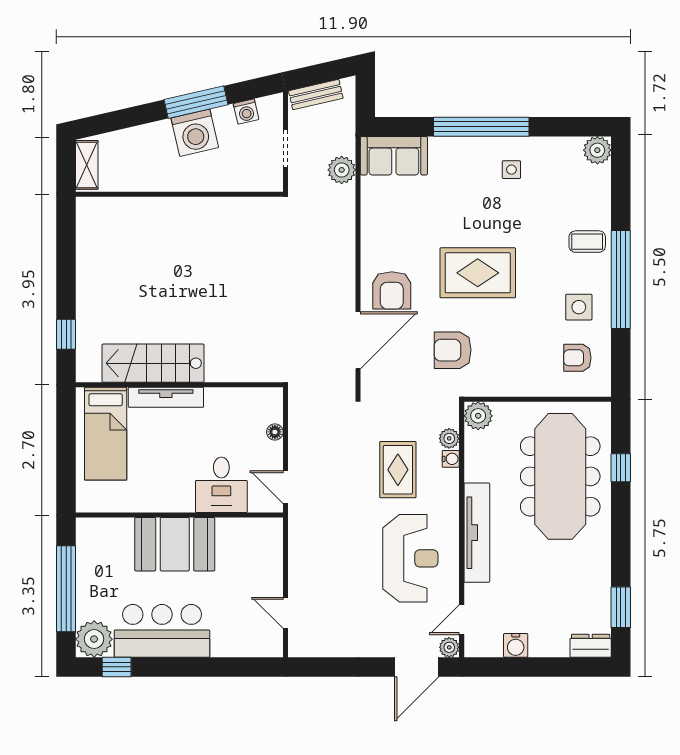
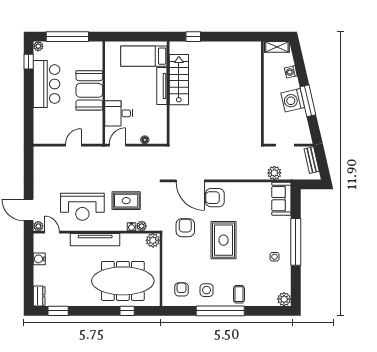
washing machine: (246, 112) -> (291, 72), moved
door: (286, 613) -> (73, 145), moved
plant: (94, 639) -> (38, 46), width x0.53, depth x0.53

